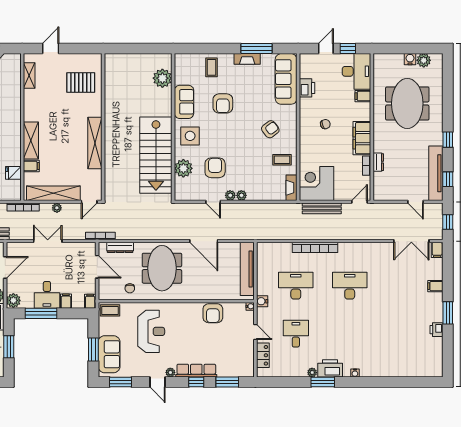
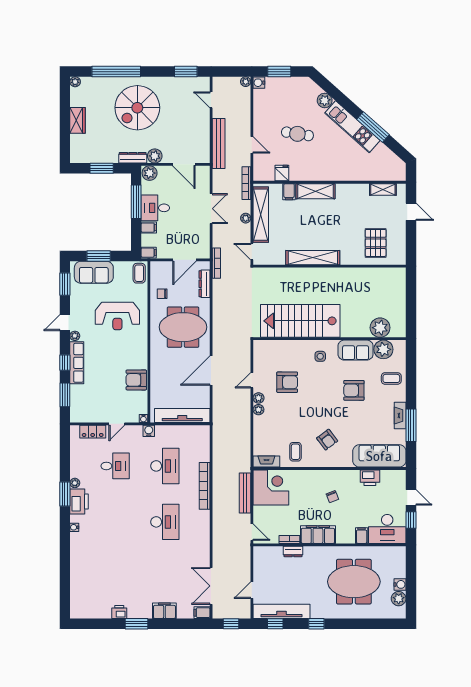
side table: (190, 136) -> (320, 356), width x0.54, depth x0.54
plant: (183, 168) -> (383, 349), moved
filing cabinet: (435, 286) -> (164, 611), width x2.00

